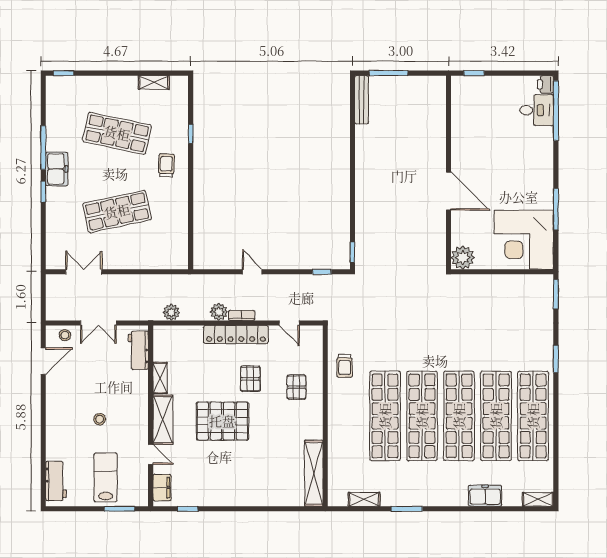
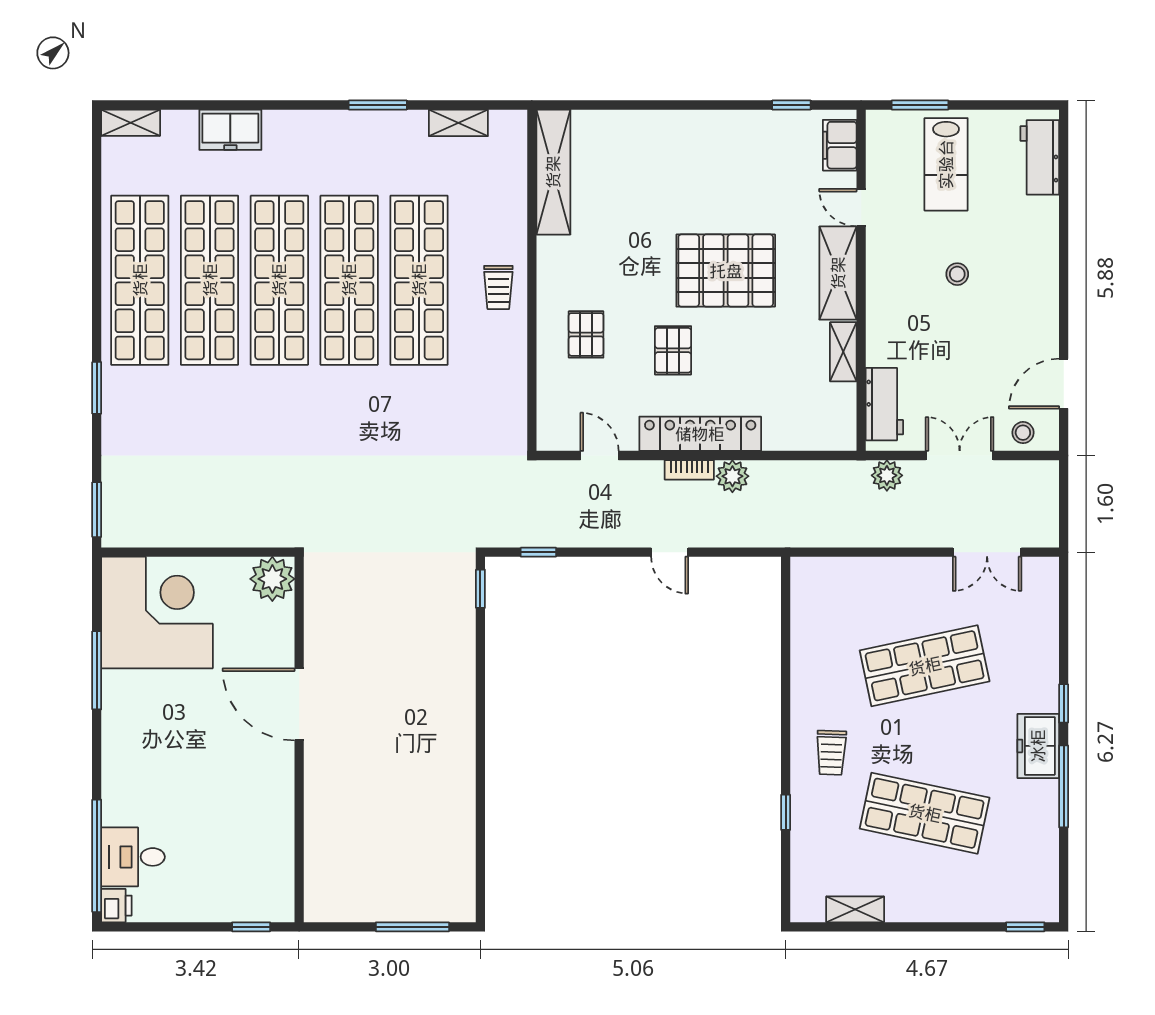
bench: (362, 100) -> (463, 877), removed
plant: (171, 312) -> (887, 475), moved
trolley: (345, 366) -> (498, 287), moved, turned 180

